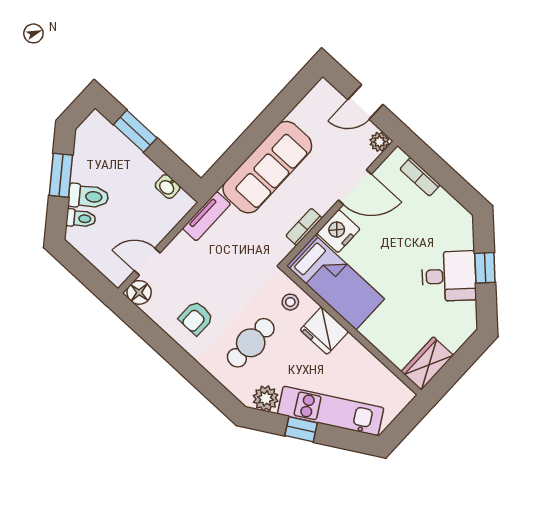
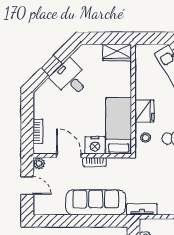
bookcase: (304, 227) -> (95, 162), moved

